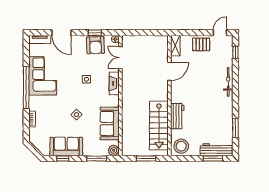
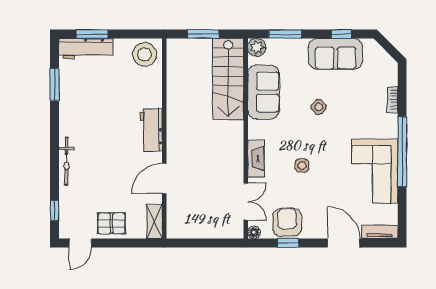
workbench: (177, 116) -> (151, 130), moved
stairs: (159, 126) -> (228, 79), moved, turned 180

